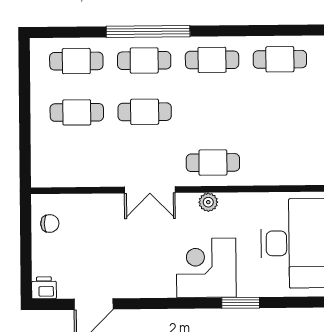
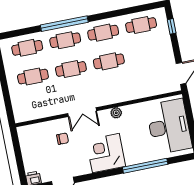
cafe table: (213, 163) -> (109, 61), moved
chair: (50, 224) -> (63, 139), moved
corner desk: (206, 268) -> (106, 153), moved
window: (241, 303) -> (145, 166), width x2.11

